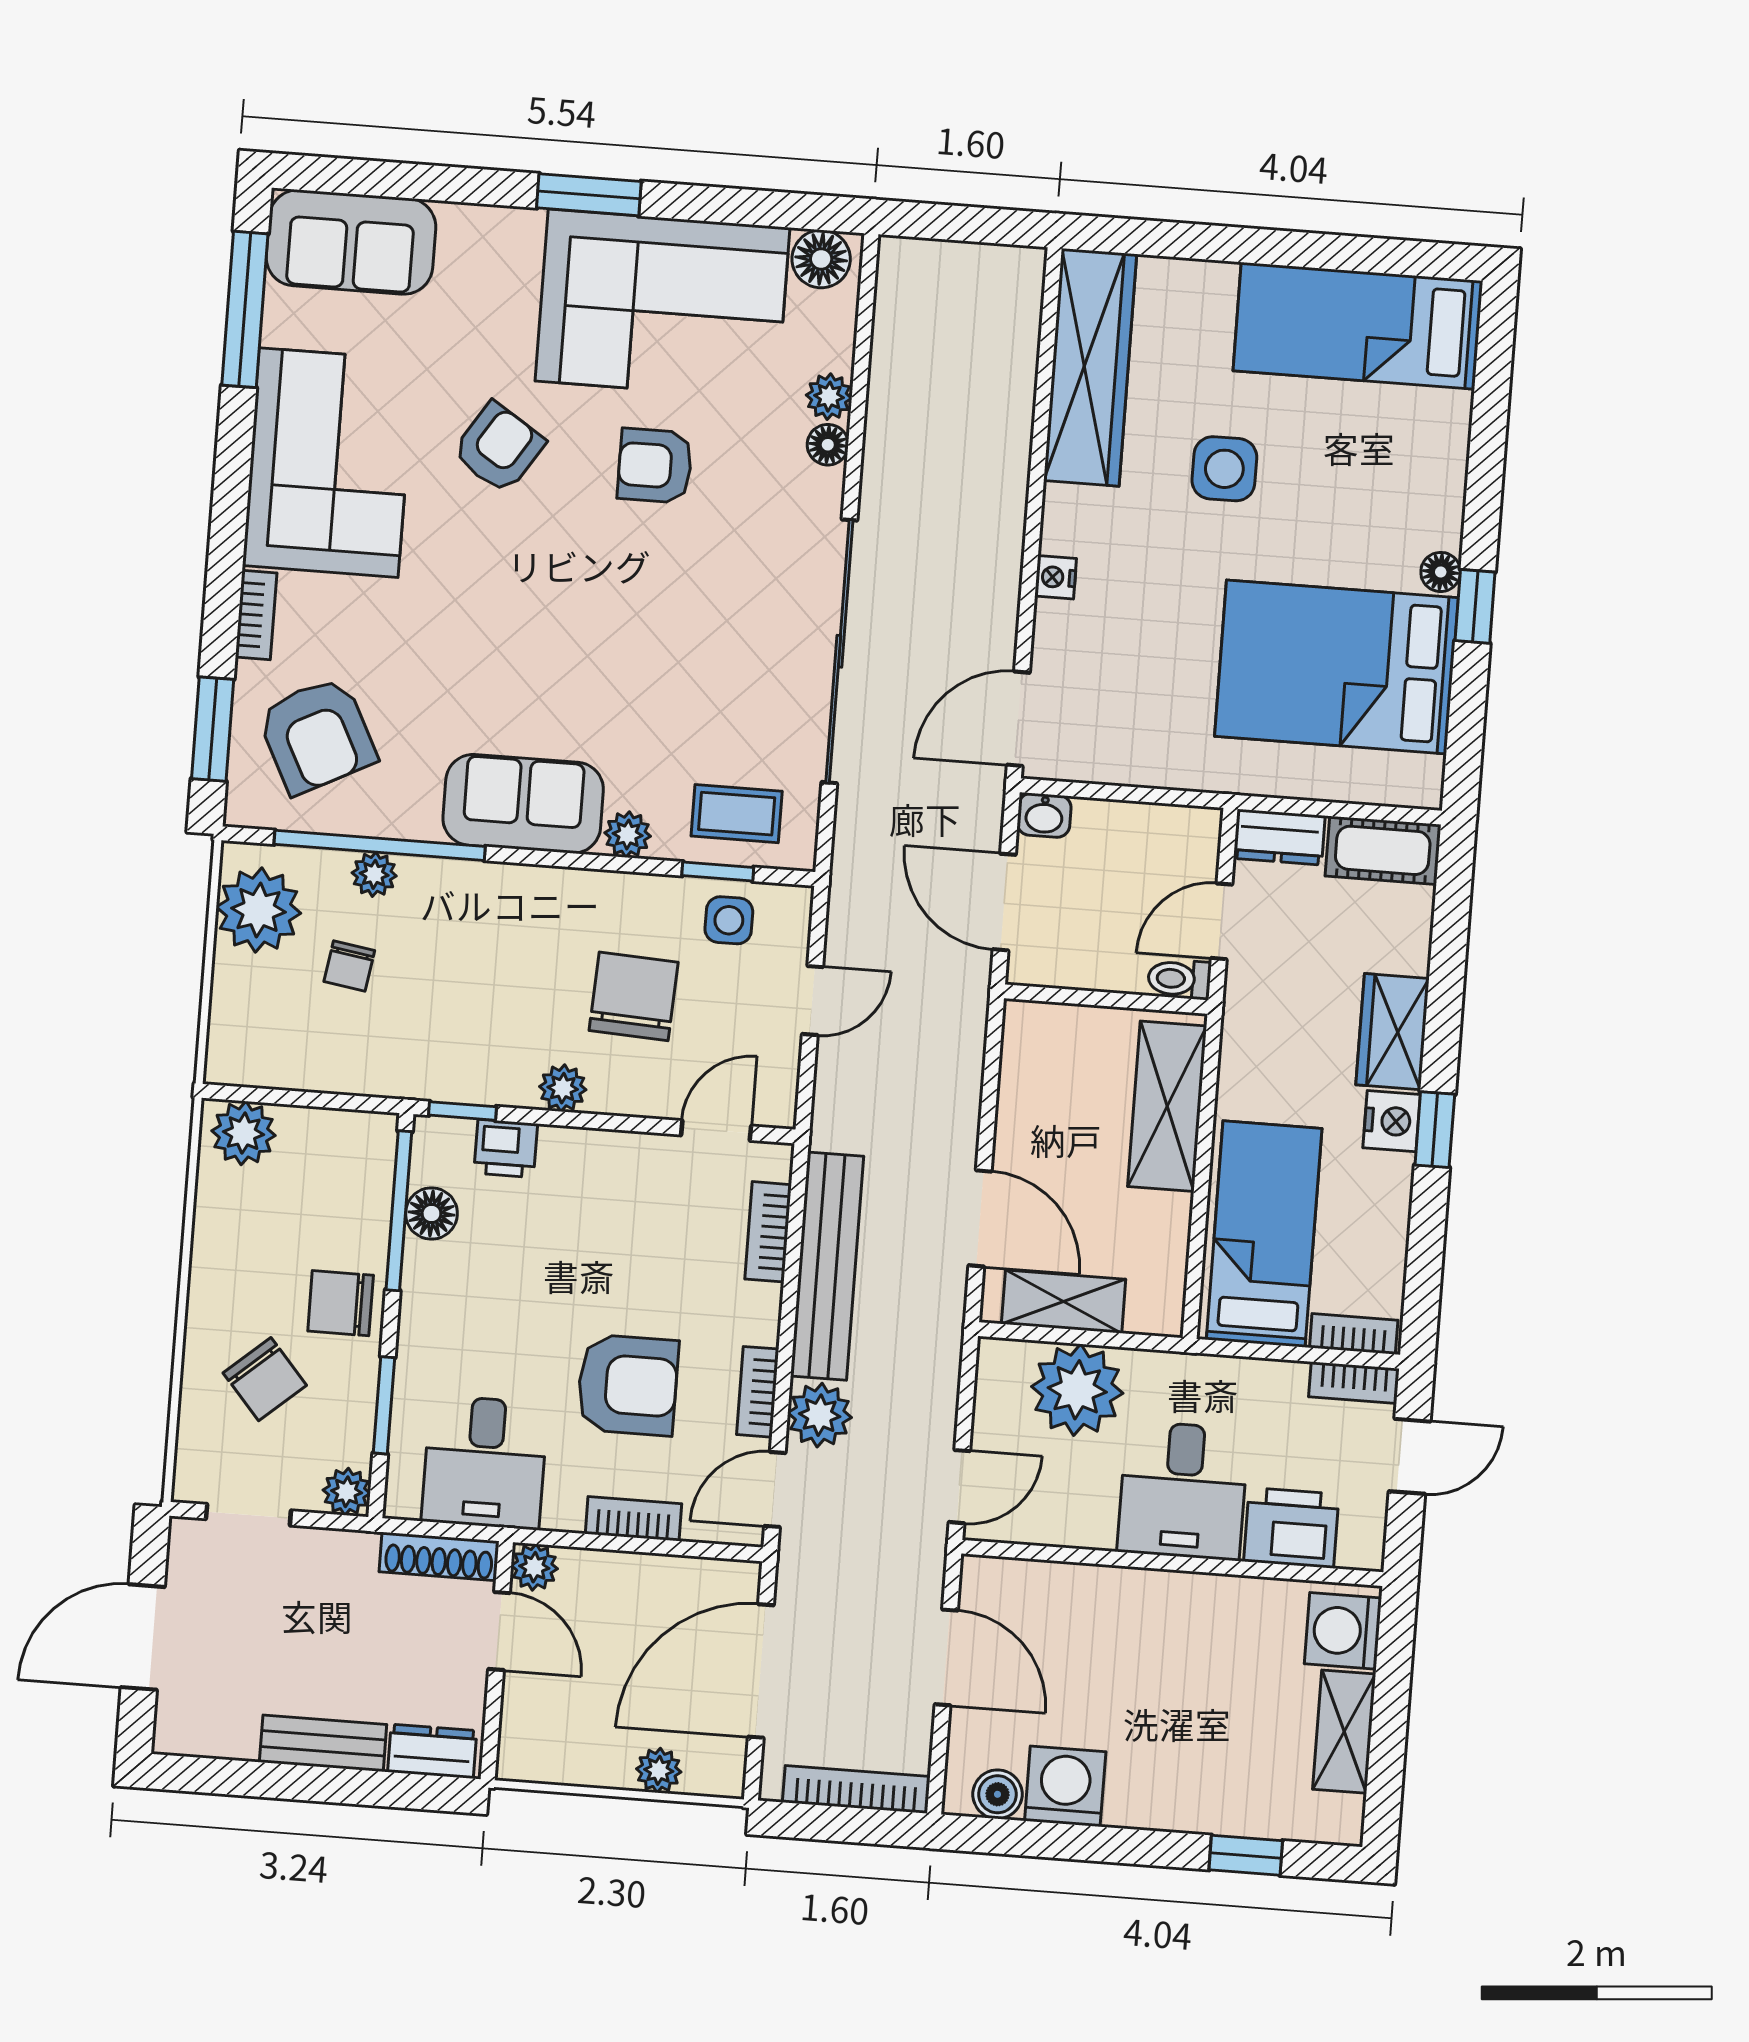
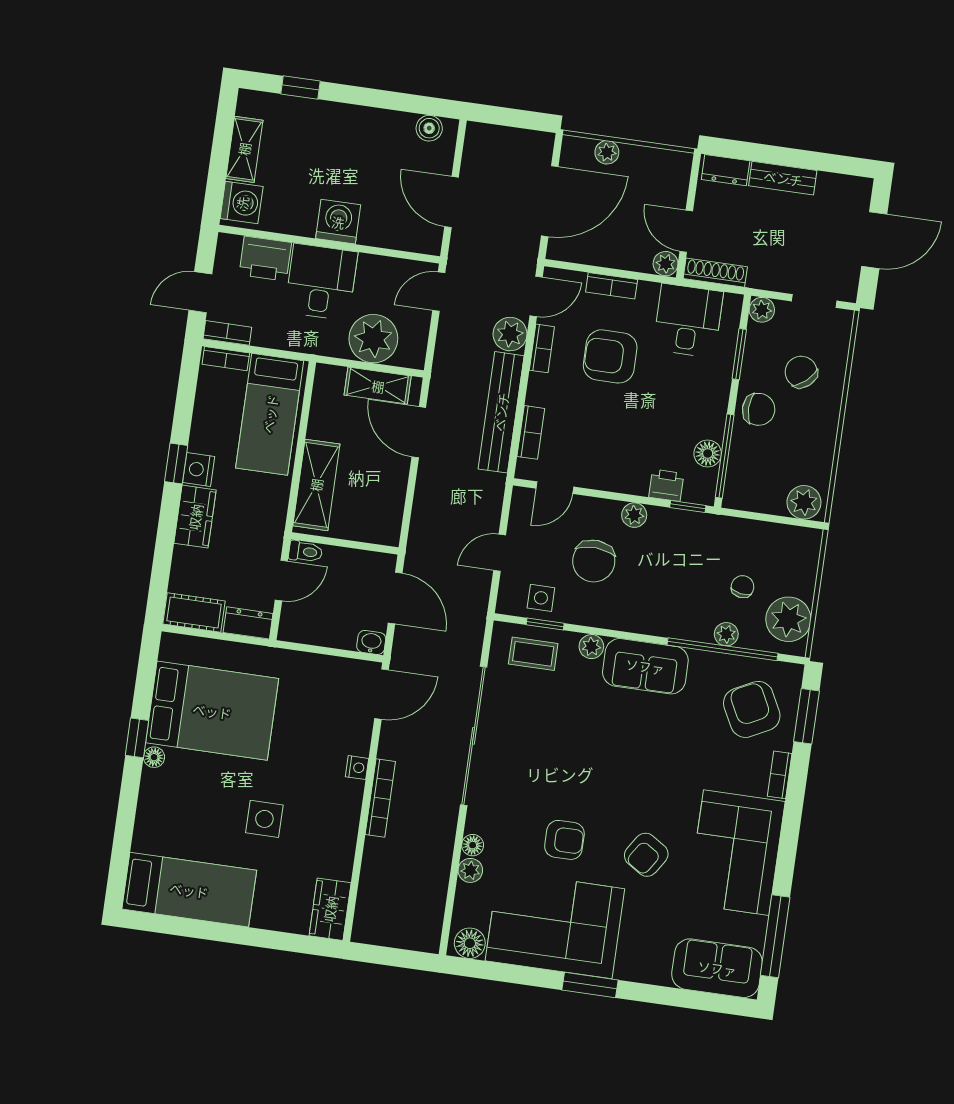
wardrobe: (1090, 367) -> (330, 909), width x0.48, depth x0.85
washing machine: (1065, 1786) -> (338, 222), moved, turned 180
bookcase: (856, 1789) -> (380, 798), moved, turned -90

